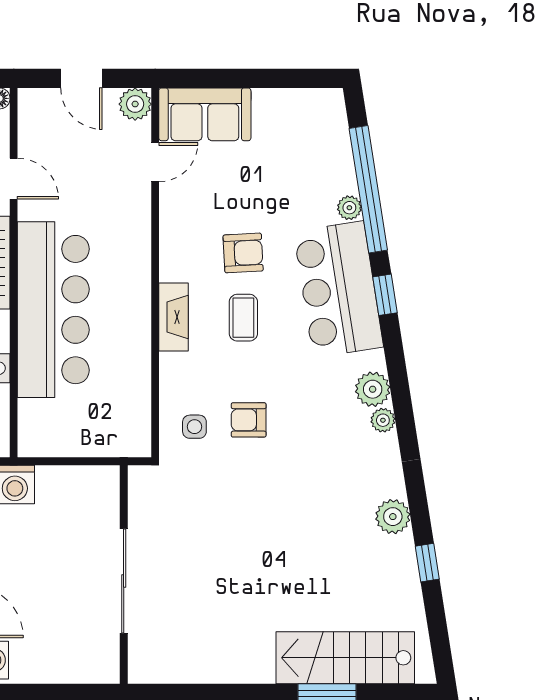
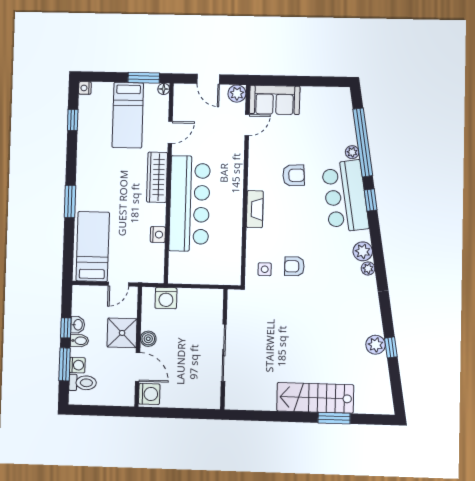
door: (14, 179) -> (170, 132), hinge flipped
coffee table: (243, 318) -> (293, 210), removed
plant: (393, 517) -> (376, 345), moved
stairs: (345, 658) -> (315, 398), moved

